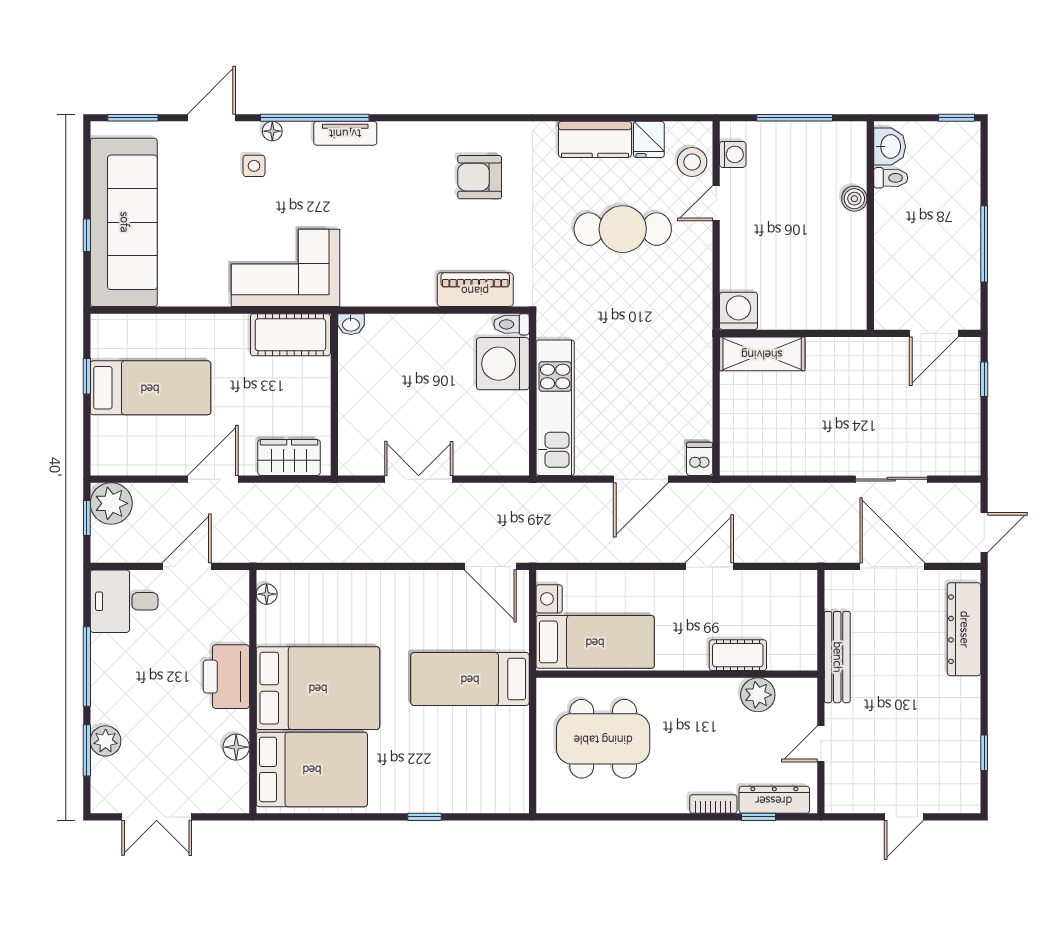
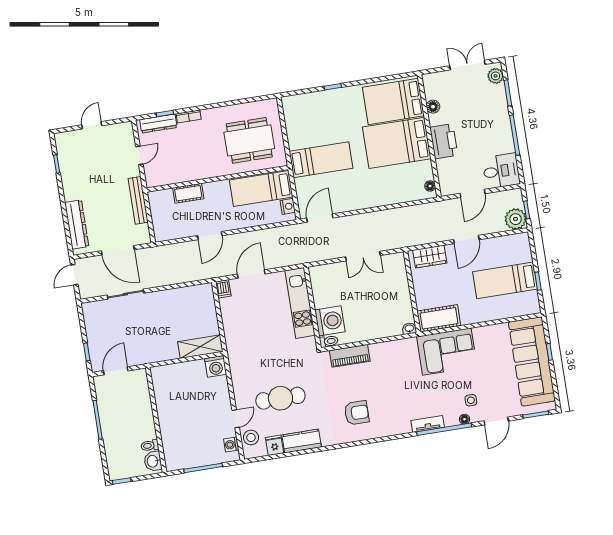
boiler: (854, 199) -> (166, 432), removed
door: (490, 566) -> (320, 218), hinge flipped
plant: (758, 695) -> (175, 175), removed
plant: (106, 741) -> (496, 76), moved

